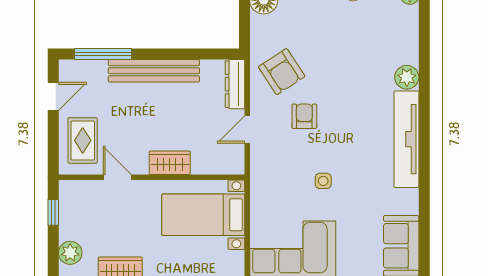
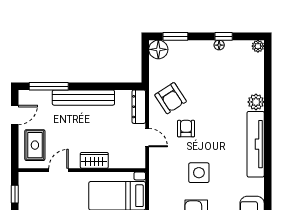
door: (247, 130) -> (147, 138), swing flipped
door: (117, 177) -> (58, 170), hinge flipped
side table: (323, 181) -> (199, 173), width x1.87, depth x1.87

